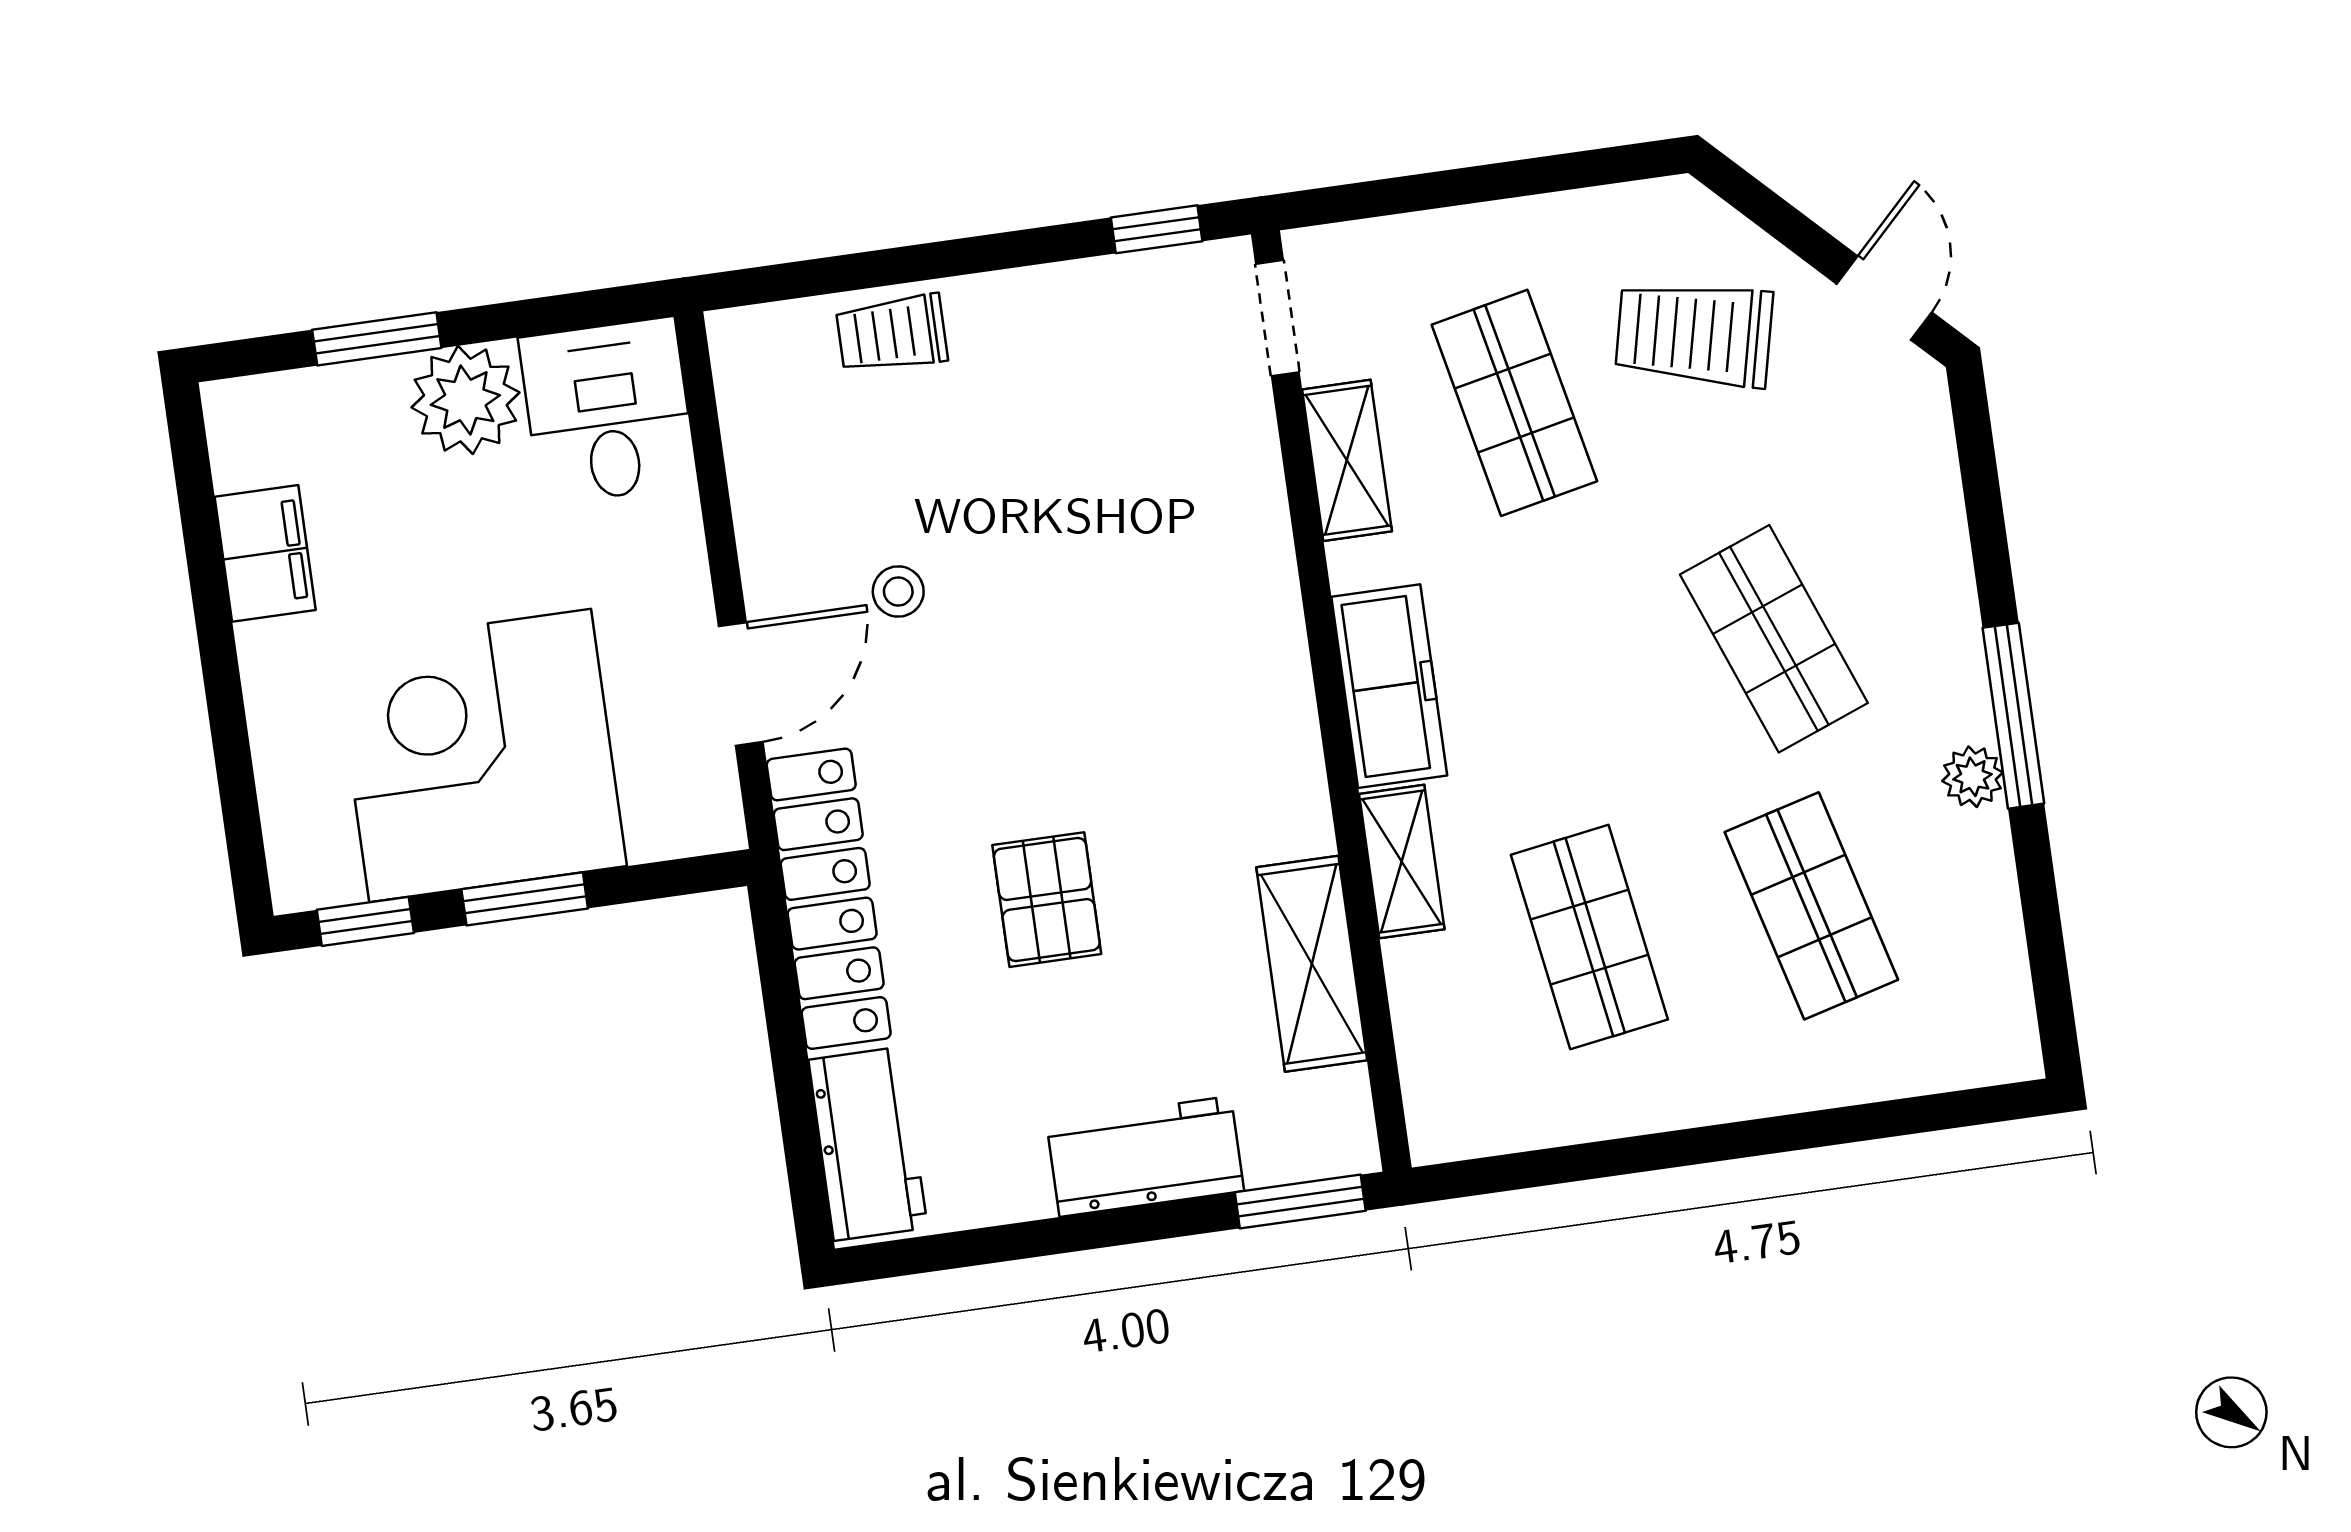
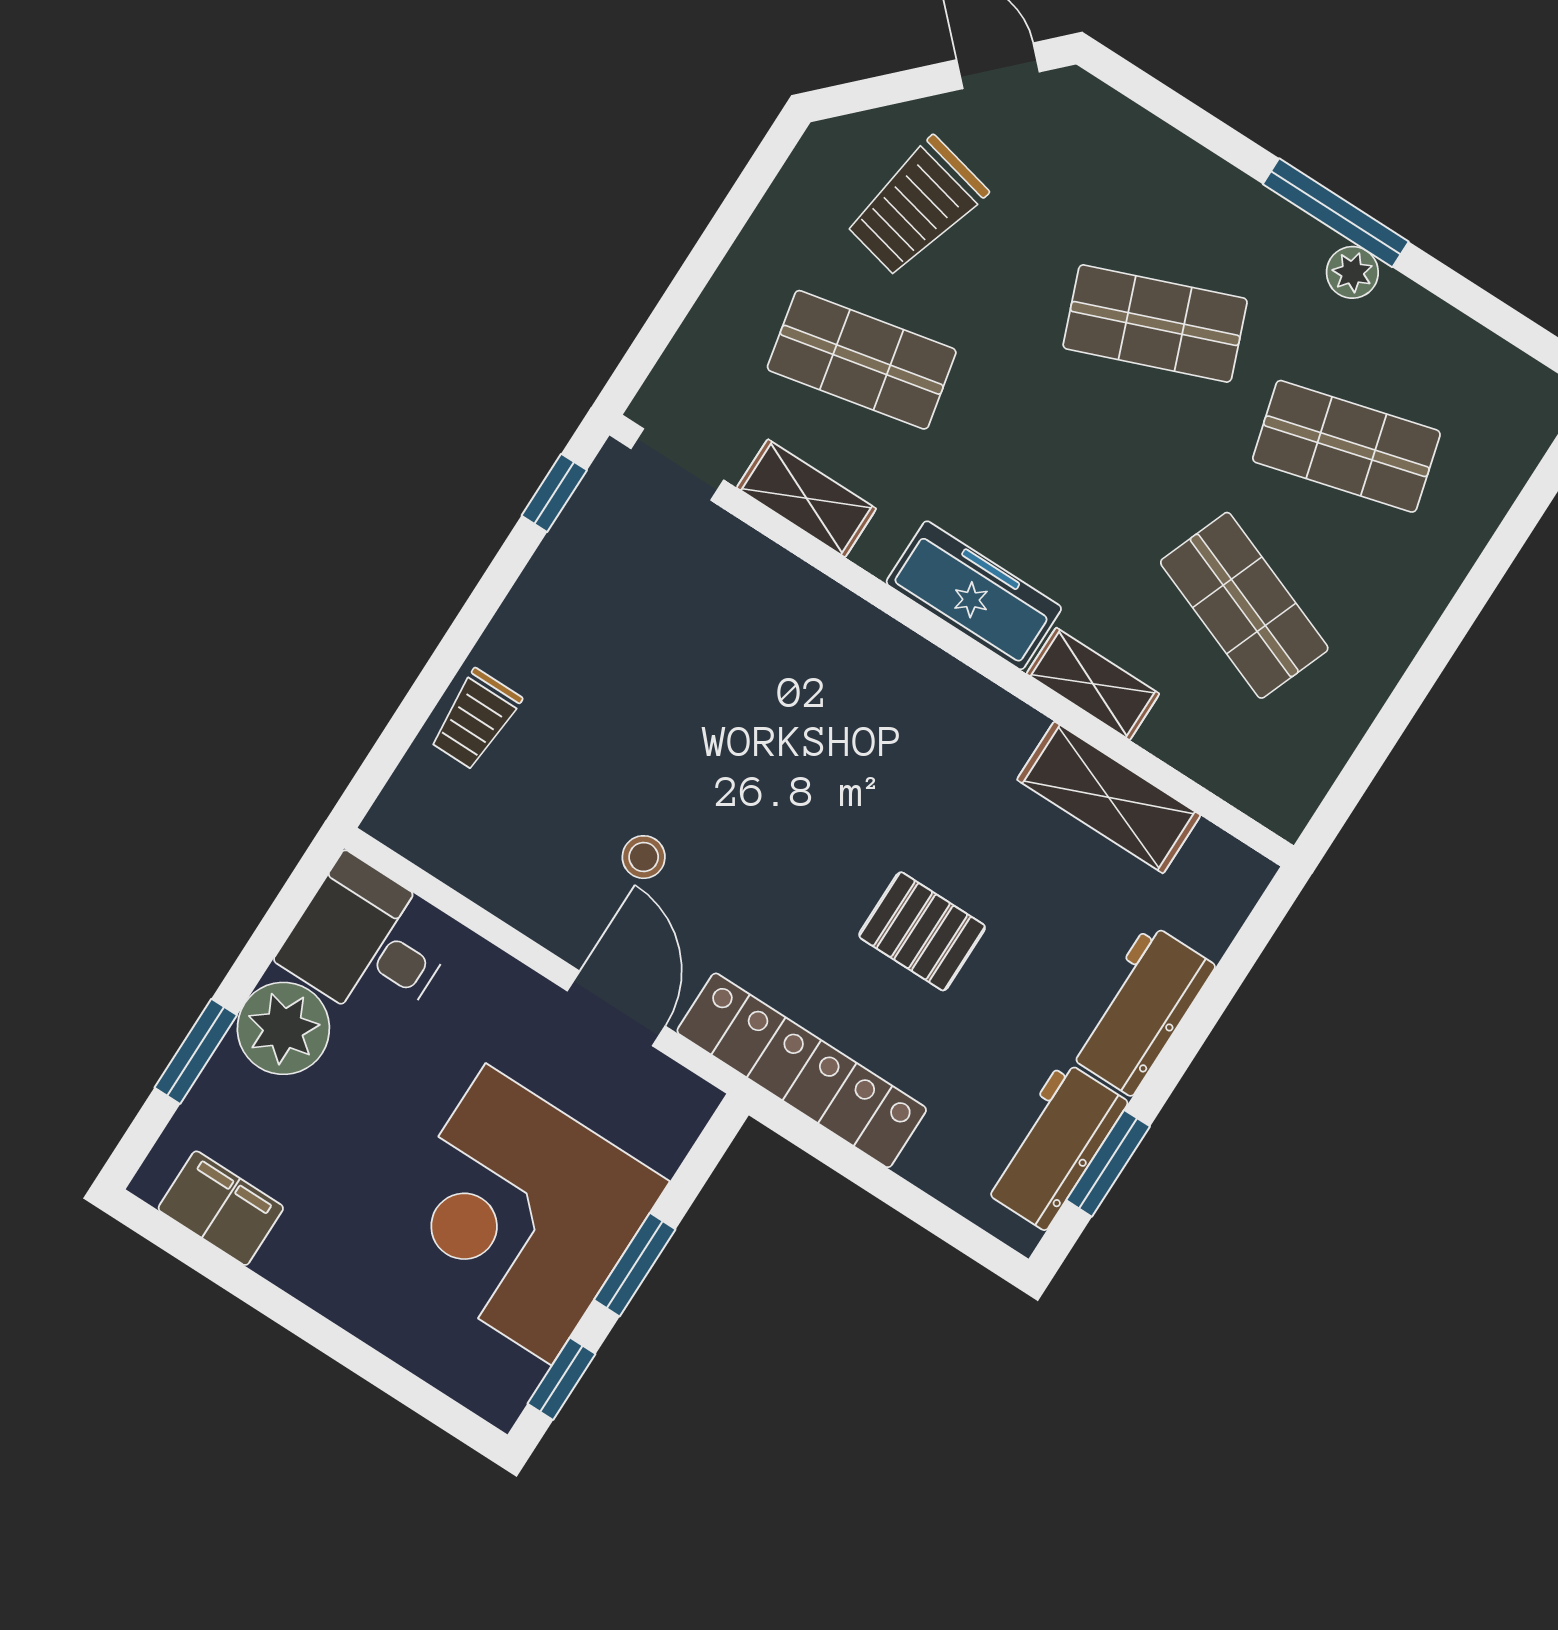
filing cabinet: (265, 553) -> (221, 1208), moved
shop shelf: (1589, 937) -> (1244, 605), turned 30
workbench: (868, 1144) -> (1054, 1145), moved, turned -90
window: (1300, 1202) -> (1108, 1163), moved

